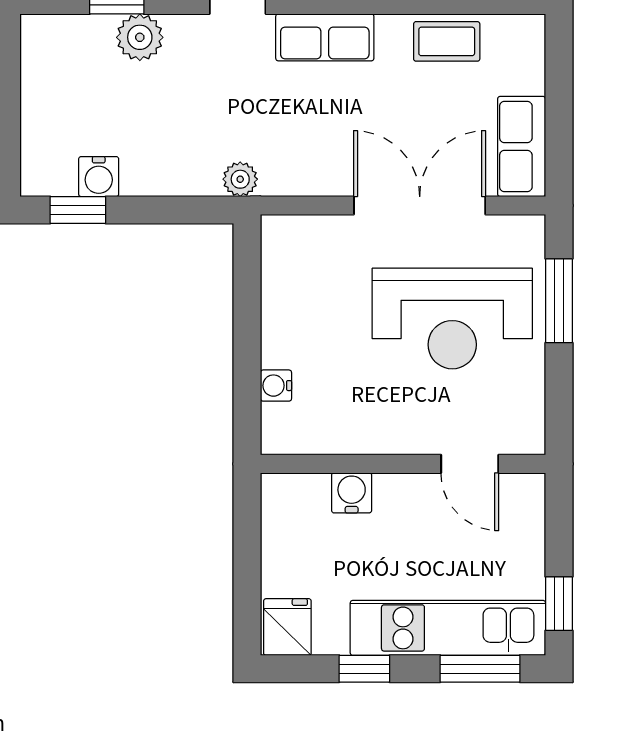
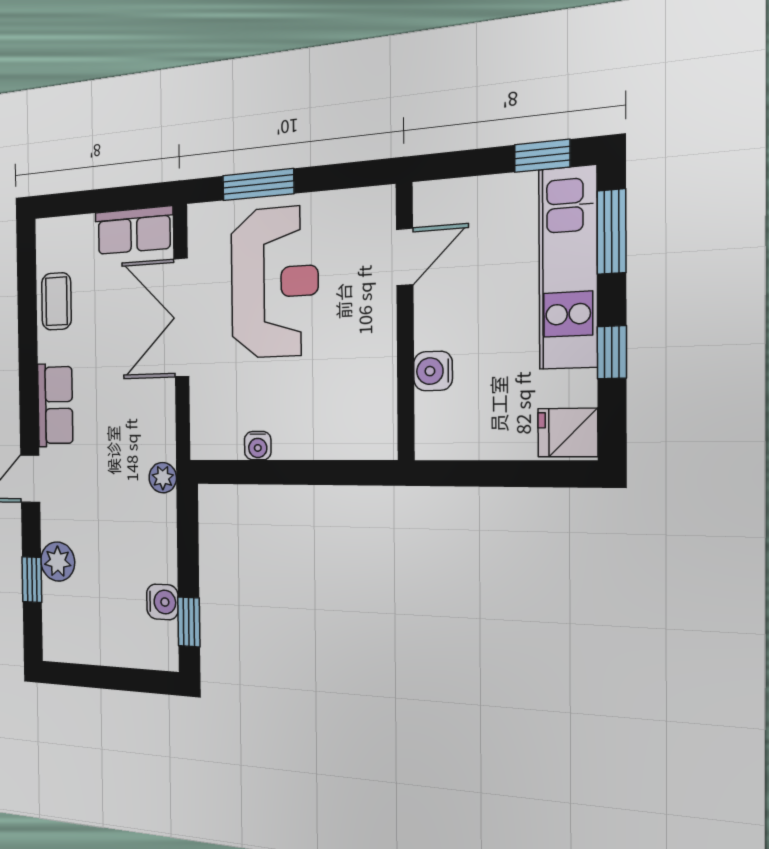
water cooler: (276, 386) -> (258, 446), moved

